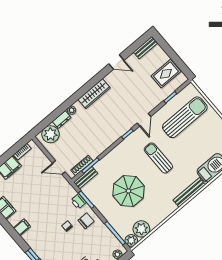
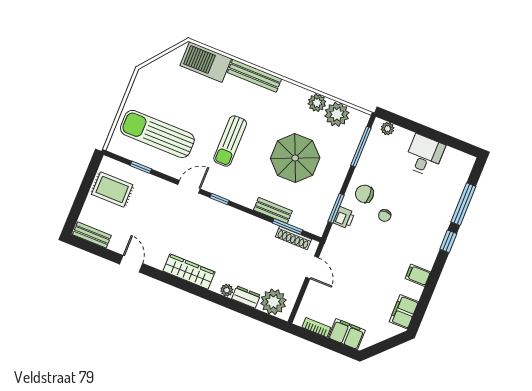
bench: (86, 178) -> (273, 210), moved
plant: (131, 240) -> (317, 103), moved

